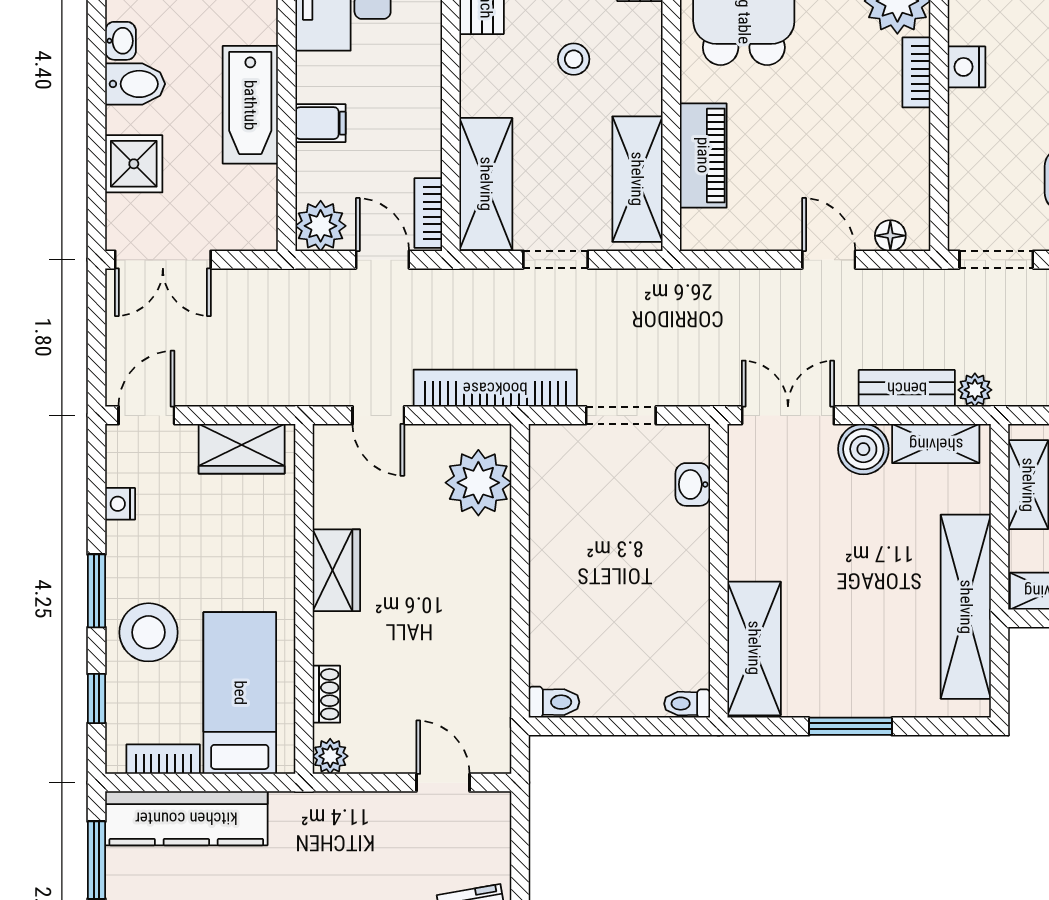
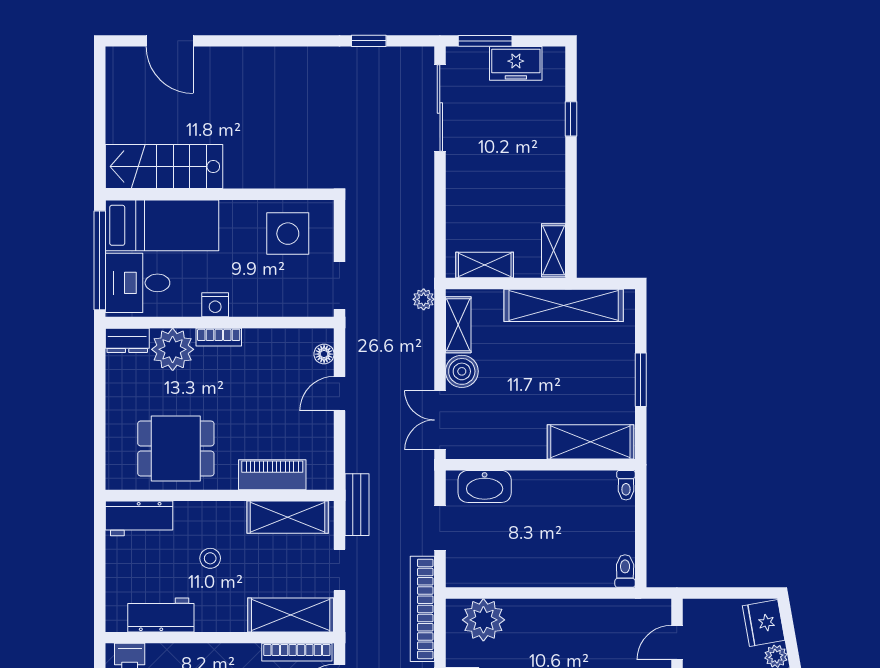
bookcase: (428, 213) -> (297, 652), width x1.56
bench: (907, 388) -> (357, 505), moved
washbasin: (693, 484) -> (485, 486), width x1.91, depth x1.45

